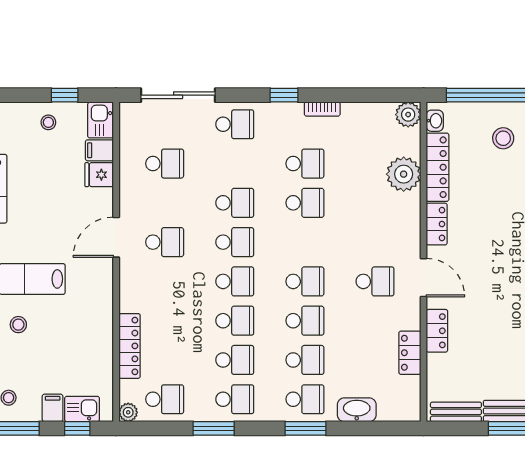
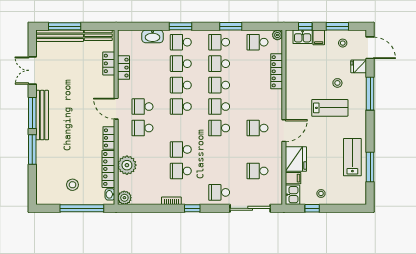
fridge: (99, 175) -> (296, 159), width x1.88, depth x1.34
school desk: (235, 203) -> (143, 128), moved
locker: (437, 331) -> (109, 63), moved

